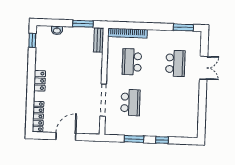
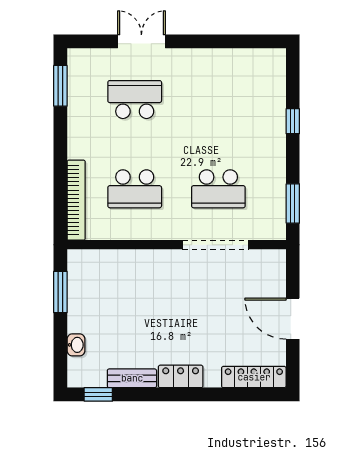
bench: (99, 40) -> (132, 378), moved
school desk: (130, 103) -> (218, 189), turned 180
window: (134, 139) -> (293, 203), moved

